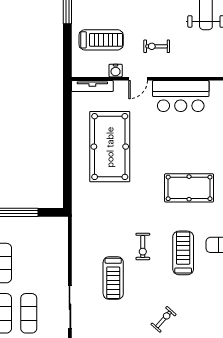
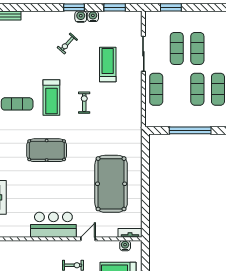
water cooler: (116, 71) -> (125, 246), moved
tv unit: (92, 86) -> (130, 233), width x0.71
exercise mat: (54, 263) -> (156, 89), added
treadmill: (113, 278) -> (108, 65), moved

